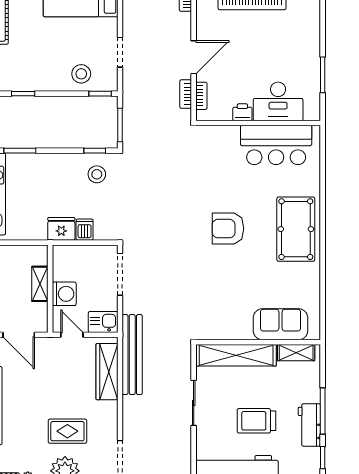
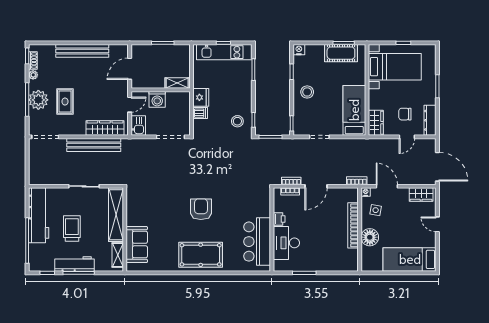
door: (194, 57) -> (316, 186), hinge flipped
stool: (81, 74) -> (307, 92), moved
shelving: (40, 284) -> (177, 83), moved
bench: (132, 355) -> (94, 145), moved
workbench: (309, 425) -> (75, 264), width x1.38

